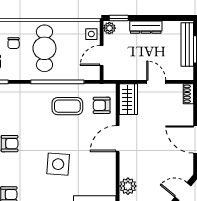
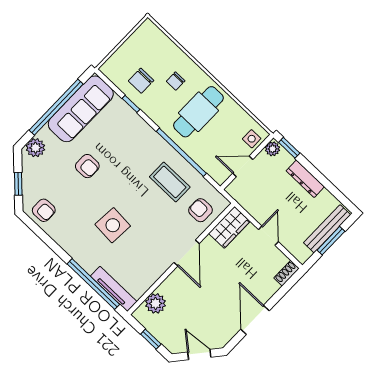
door: (118, 139) -> (187, 253), swing flipped

